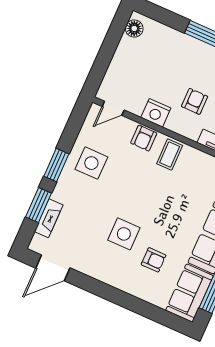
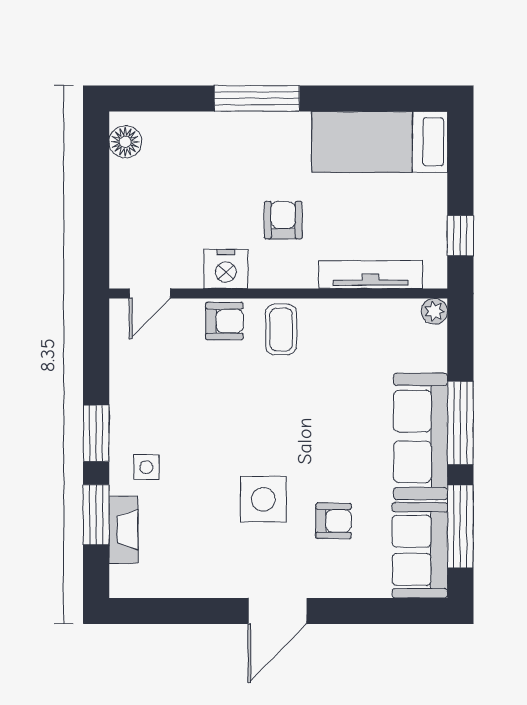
armchair: (144, 138) -> (224, 321), turned -90
side table: (91, 163) -> (146, 467), moved, width x0.54, depth x0.54
door: (53, 268) -> (277, 611), moved

